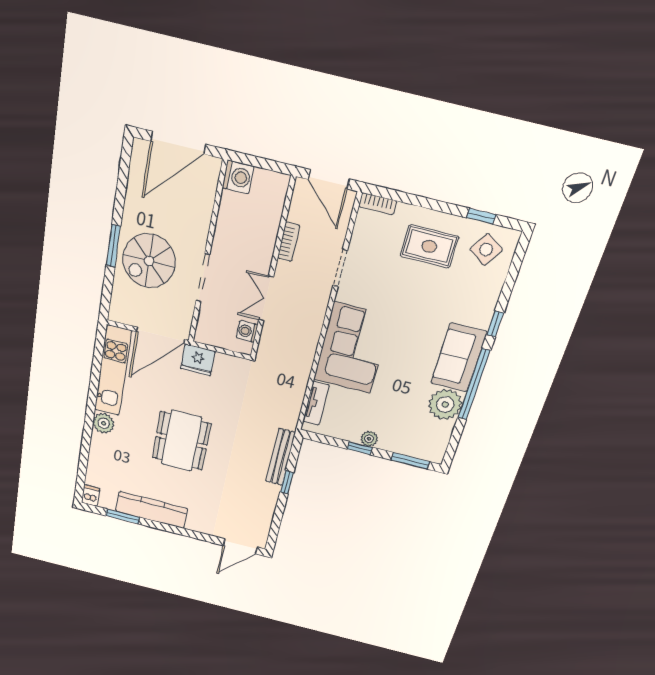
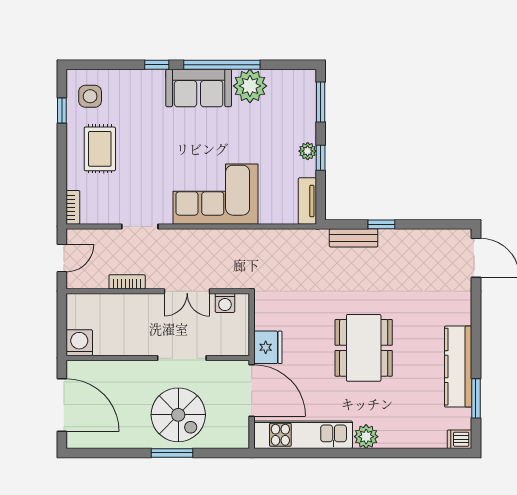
door: (329, 179) -> (62, 258), width x0.73
side table: (486, 249) -> (90, 96), turned -33
tv unit: (316, 403) -> (307, 201), moved, turned -90
dining table: (182, 441) -> (364, 348), turned 90
bench: (280, 457) -> (354, 238), width x0.73

